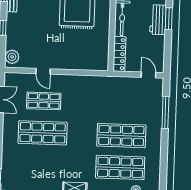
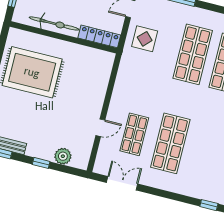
plant: (12, 57) -> (63, 156), moved
display table: (126, 92) -> (145, 39), added

